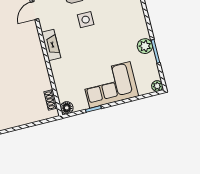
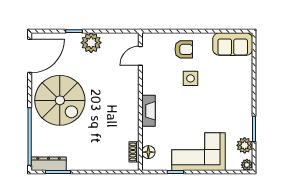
fireplace: (51, 45) -> (148, 111), moved
plant: (145, 46) -> (245, 145), moved
floor lamp: (67, 108) -> (148, 152), moved

